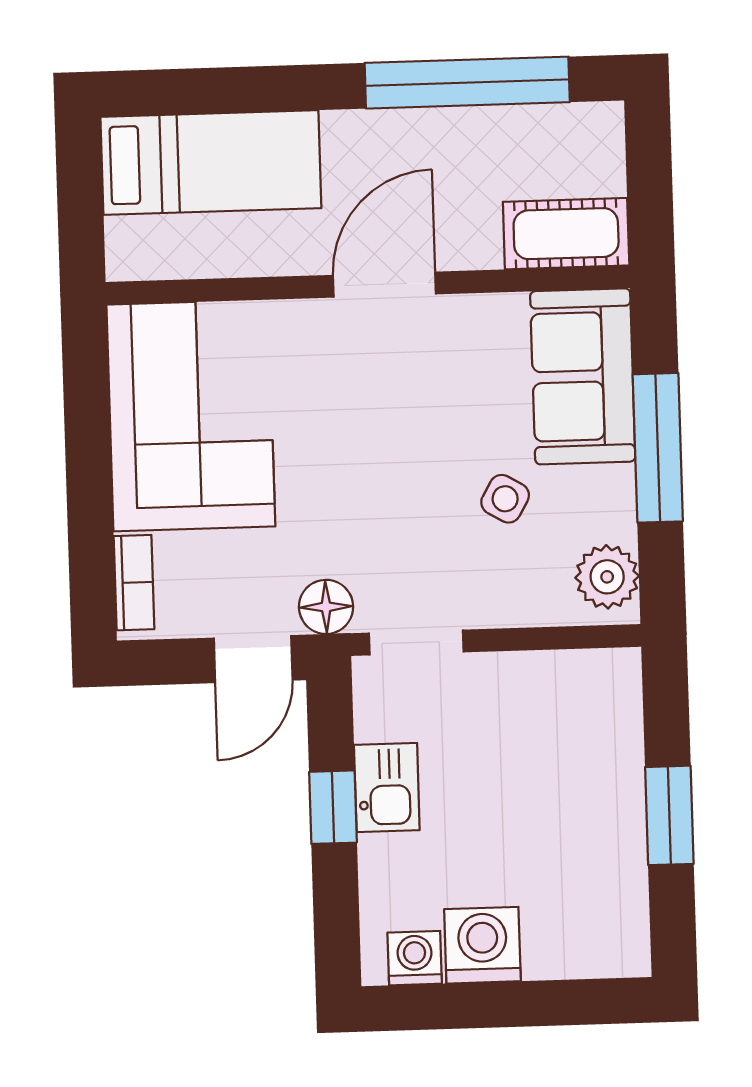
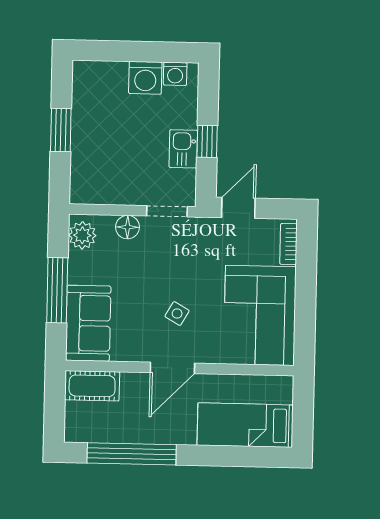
side table: (505, 499) -> (177, 314), moved
floor lamp: (326, 607) -> (128, 227), moved

